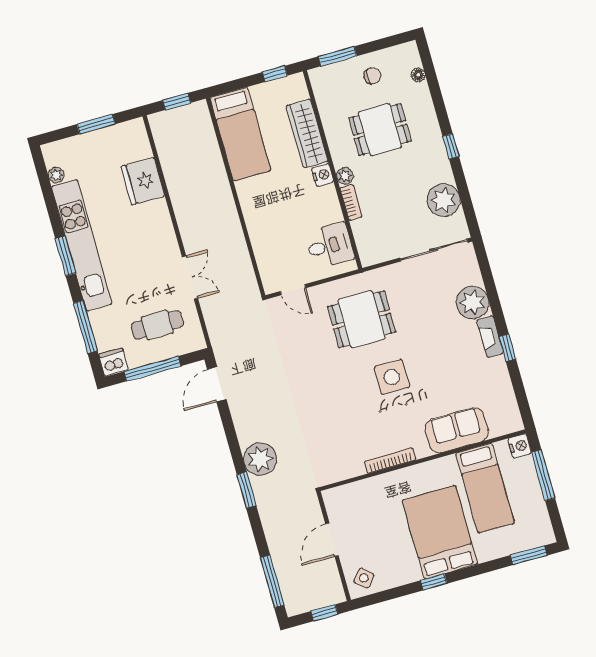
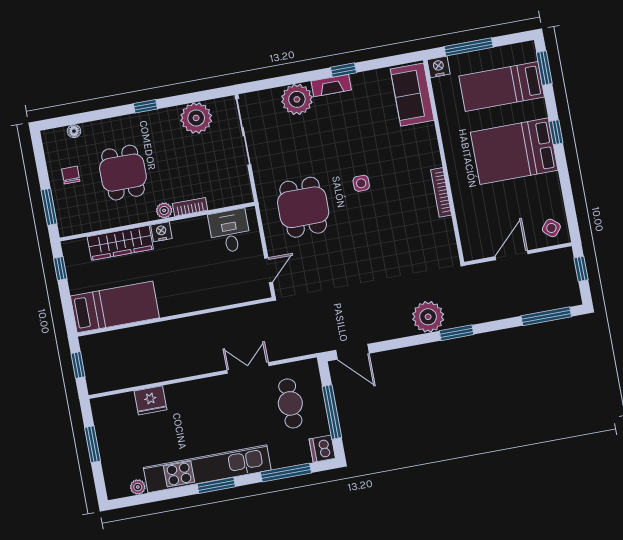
fridge: (143, 181) -> (151, 400), width x0.73, depth x0.75
side table: (392, 377) -> (361, 183), width x0.54, depth x0.54
sofa: (457, 430) -> (412, 95), moved
bed: (485, 488) -> (502, 87), moved, turned 180
door: (332, 540) -> (512, 255), swing flipped
window: (434, 582) -> (556, 132), moved

